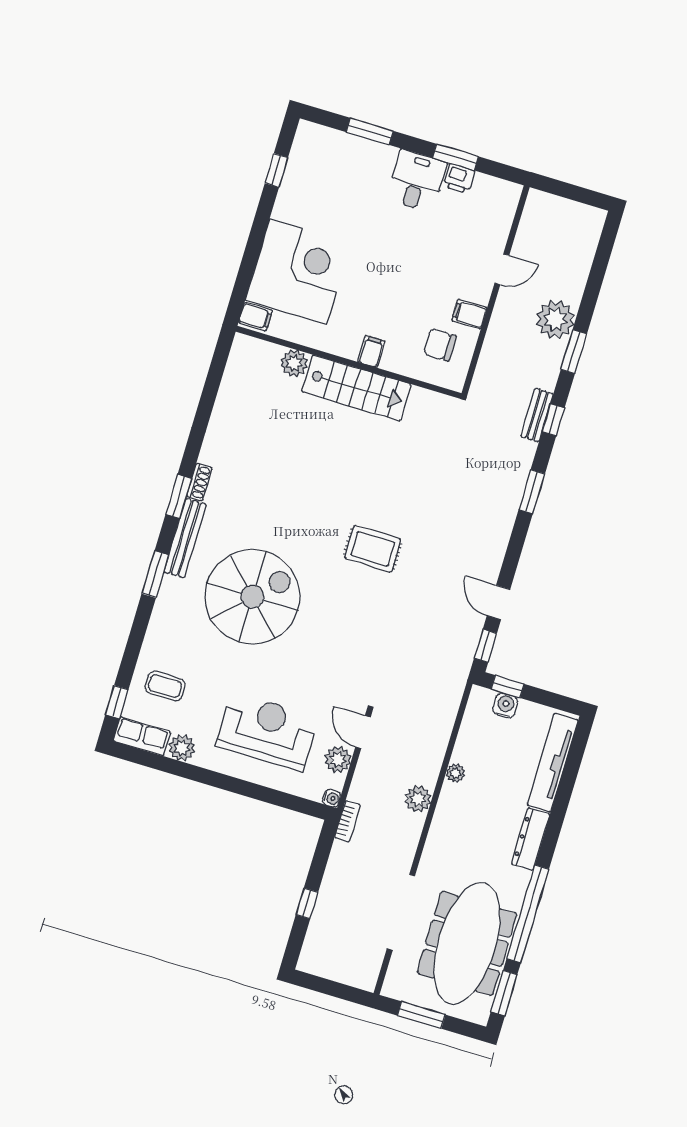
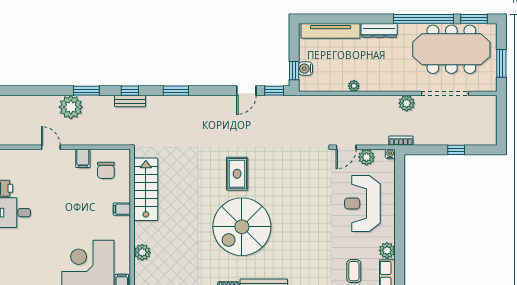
stairs: (356, 388) -> (146, 189), moved
spiral stairs: (252, 597) -> (242, 227), moved, turned -90
plant: (418, 799) -> (407, 103), moved

